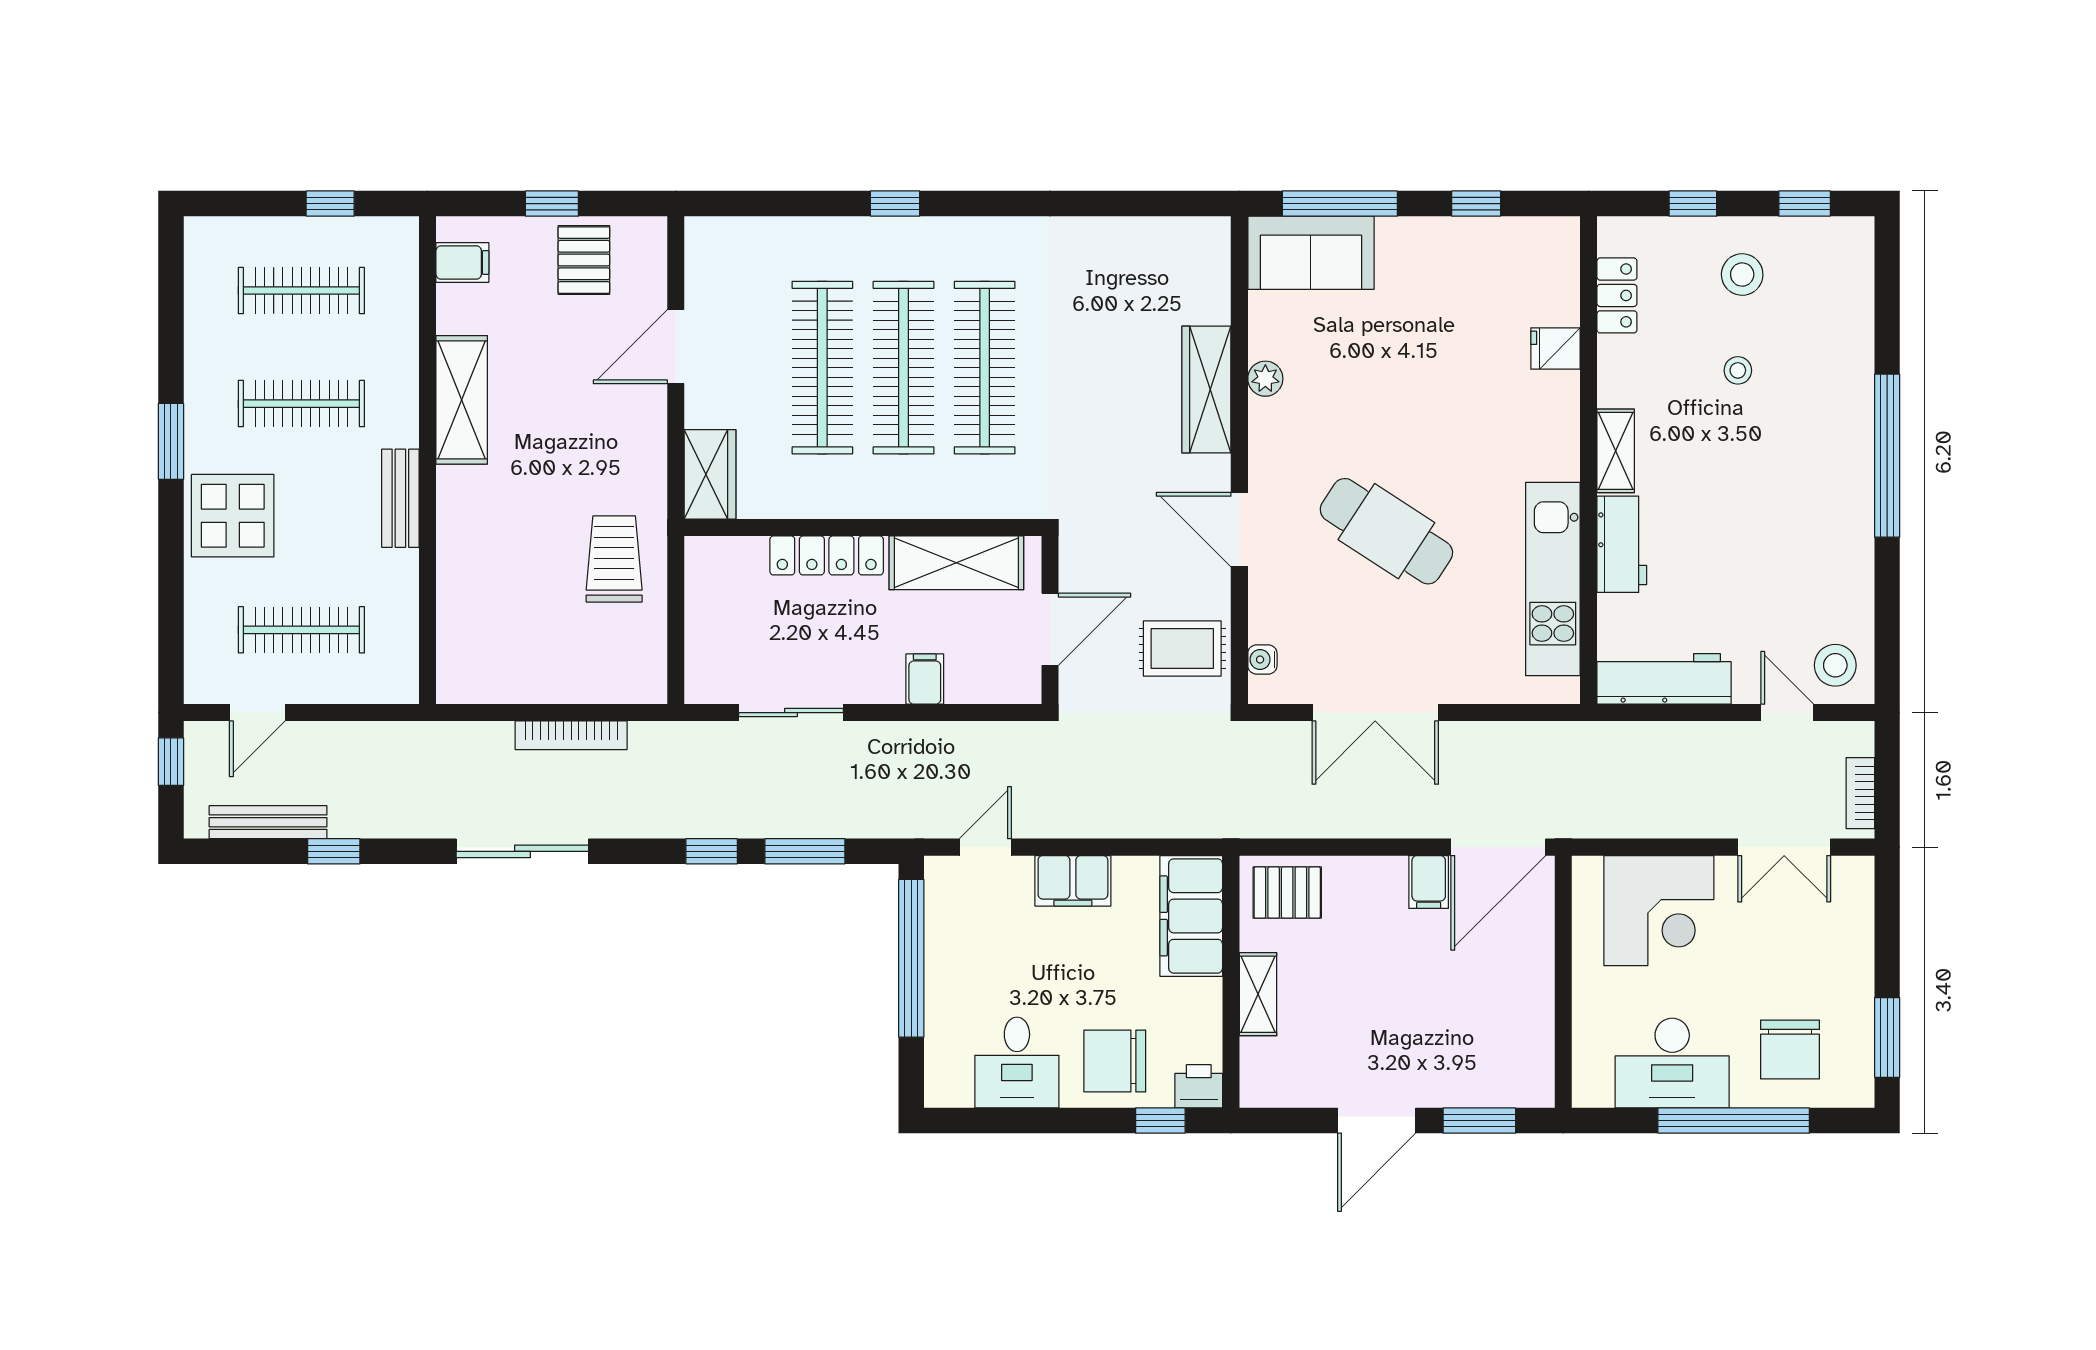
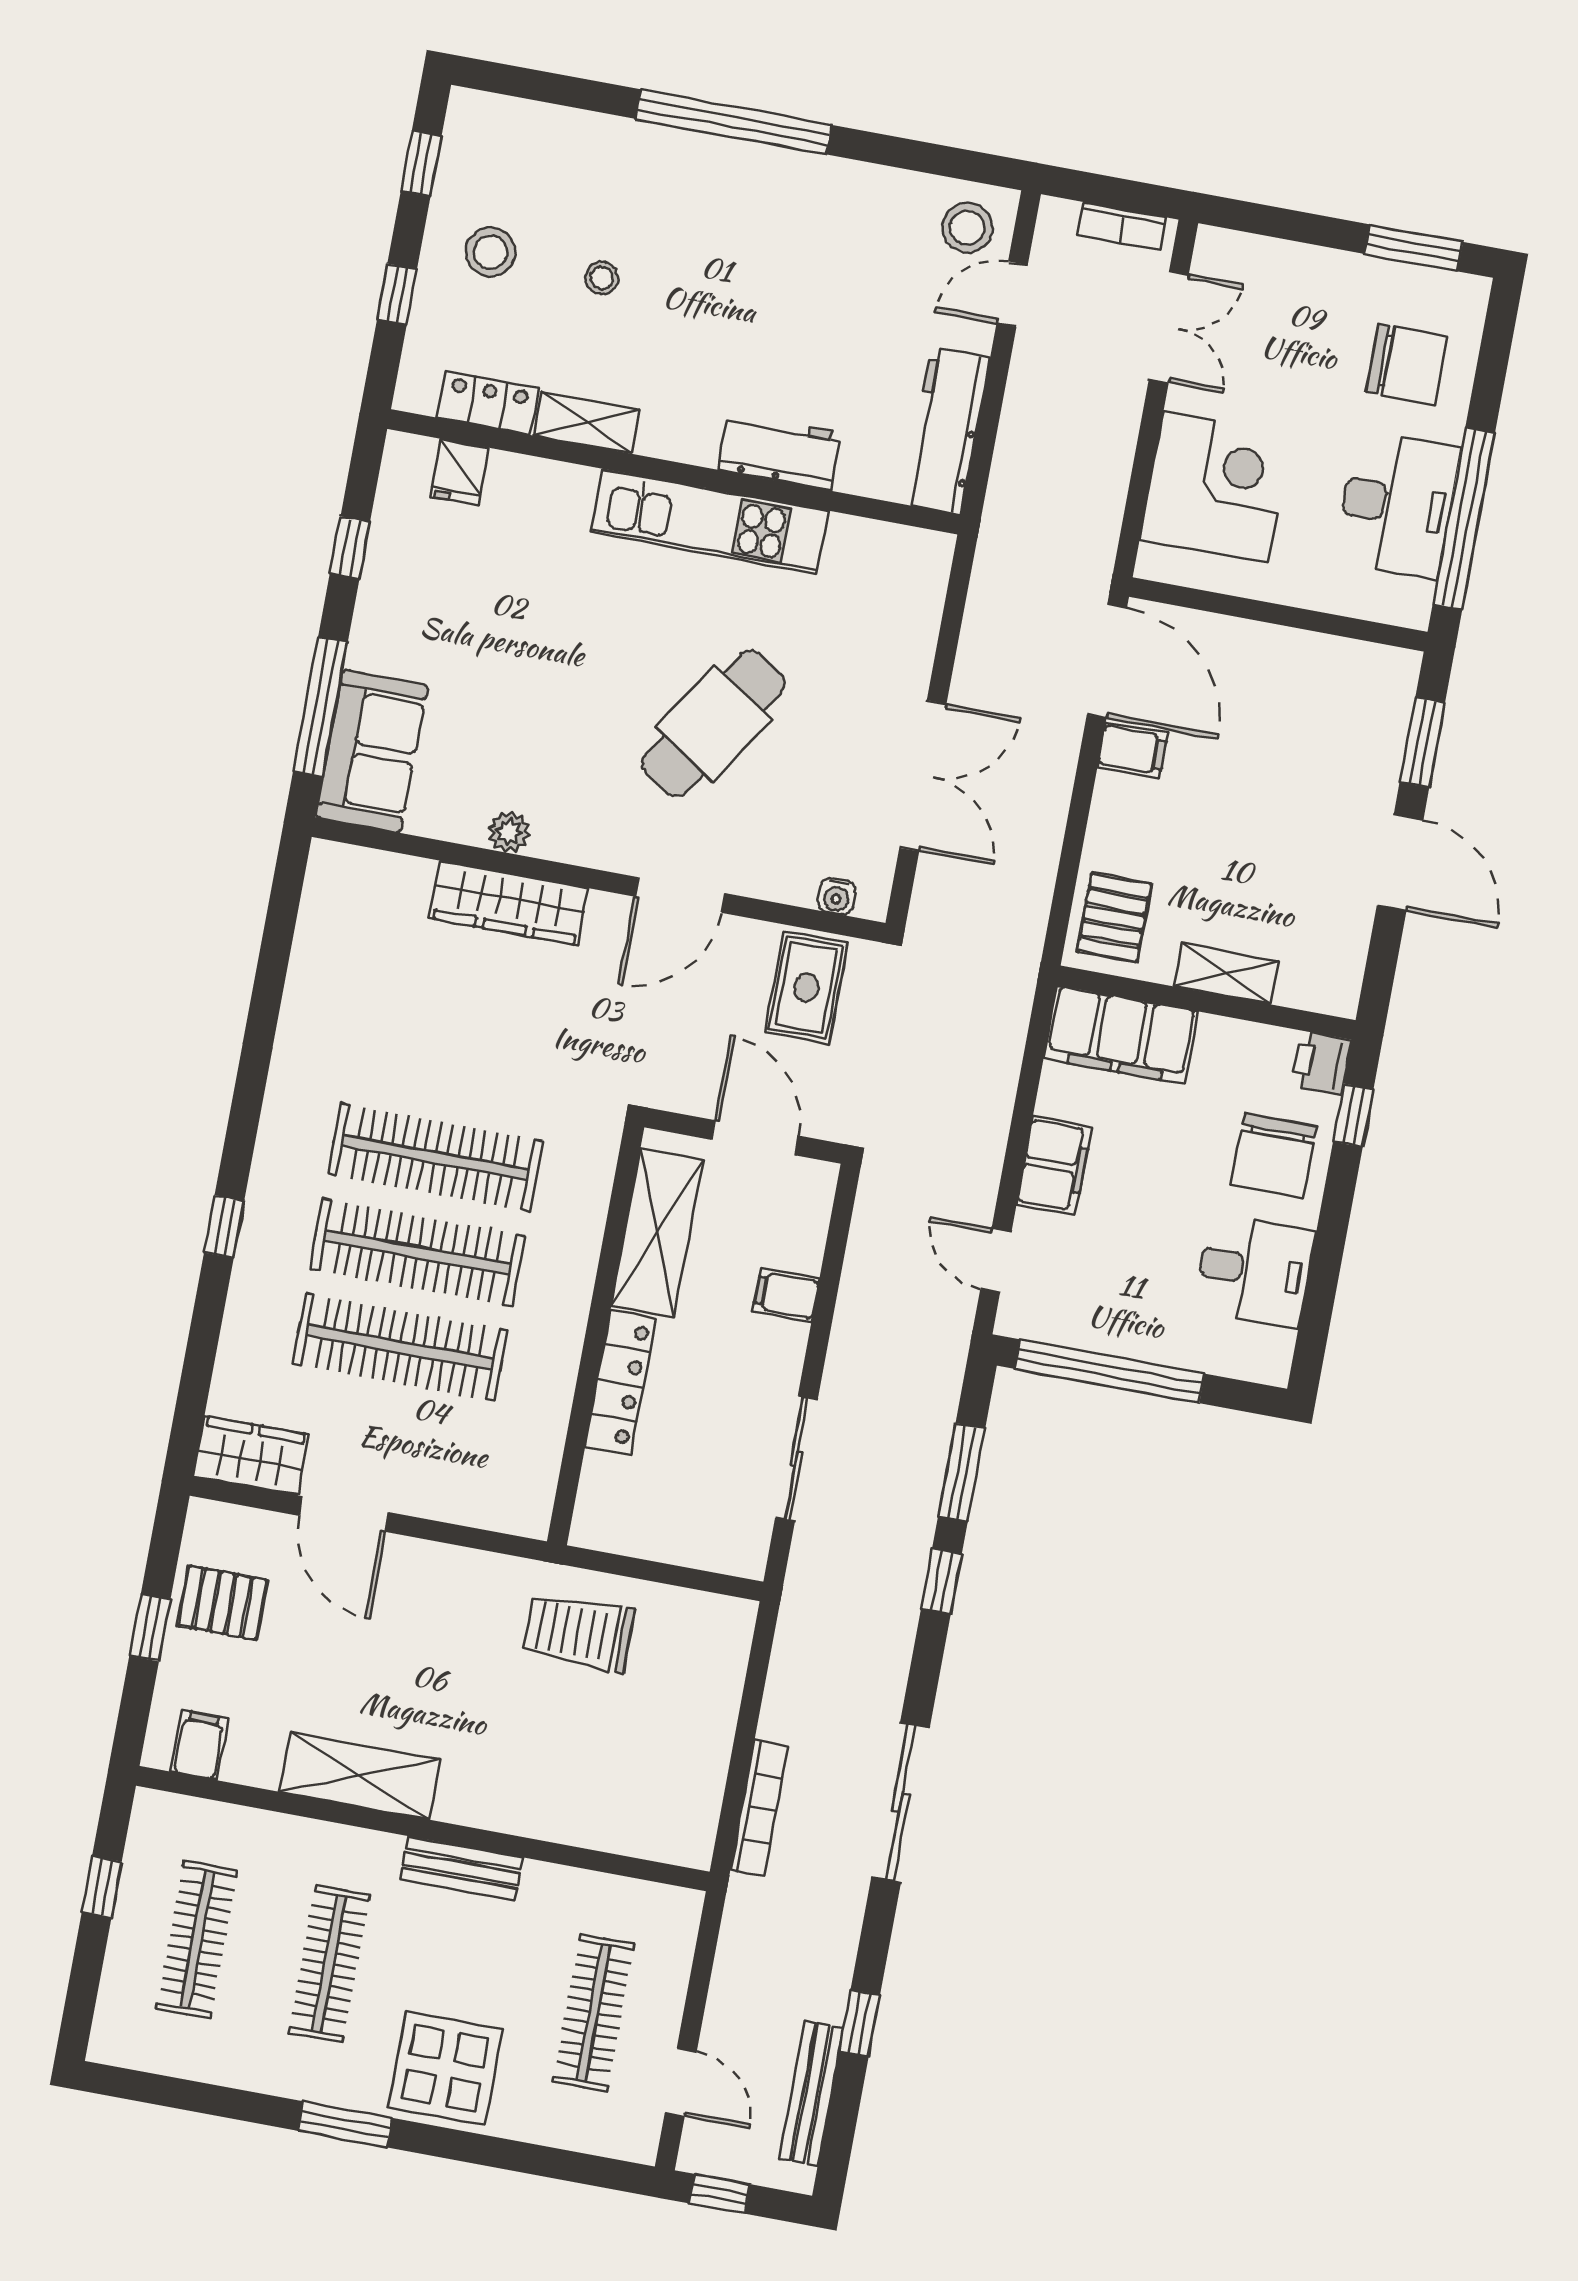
fridge: (1555, 349) -> (459, 472), moved
shelving: (1616, 451) -> (587, 423), moved
wardrobe: (710, 474) -> (251, 1455), moved
kitchen unit: (1553, 579) -> (710, 522), moved
bookcase: (571, 735) -> (759, 1808), moved
window: (1734, 1121) -> (1464, 519), moved

